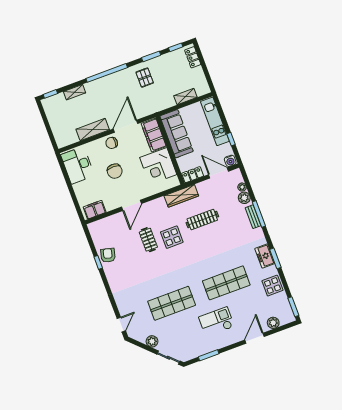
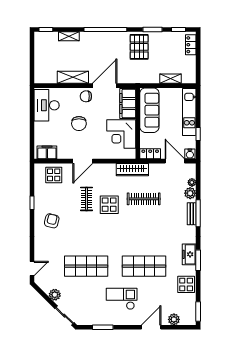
pallet: (145, 78) -> (139, 47), width x1.50, depth x1.42
display table: (109, 228) -> (54, 175), added
armchair: (108, 255) -> (52, 221), moved

